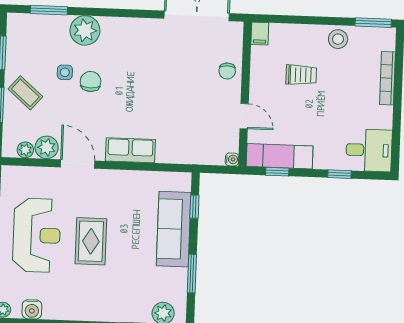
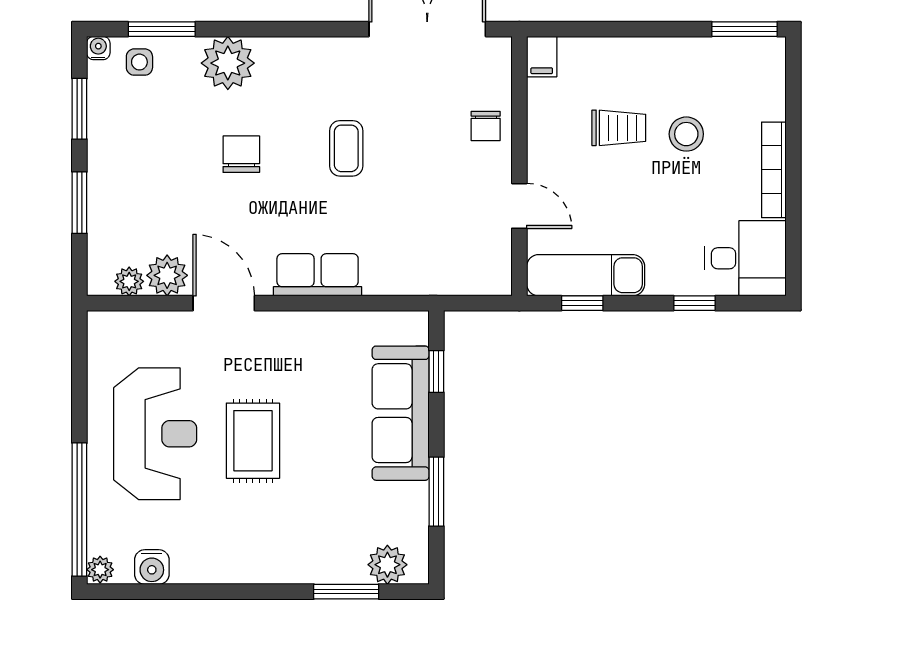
stool: (338, 39) -> (686, 134), moved
side table: (65, 72) -> (139, 62), moved
bookcase: (388, 78) -> (774, 170), moved
coffee table: (25, 93) -> (346, 148), moved, turned 49
water cooler: (232, 159) -> (98, 48), moved, turned -90

